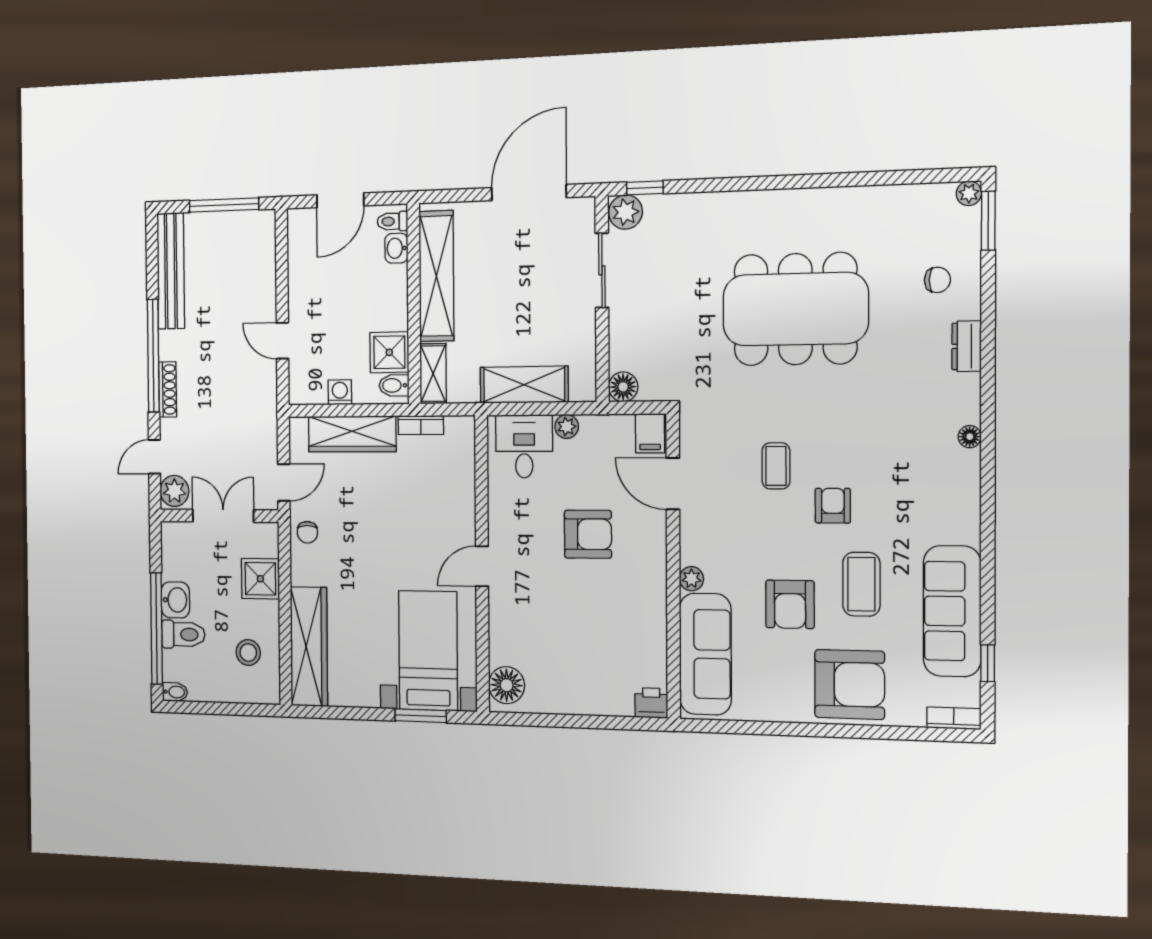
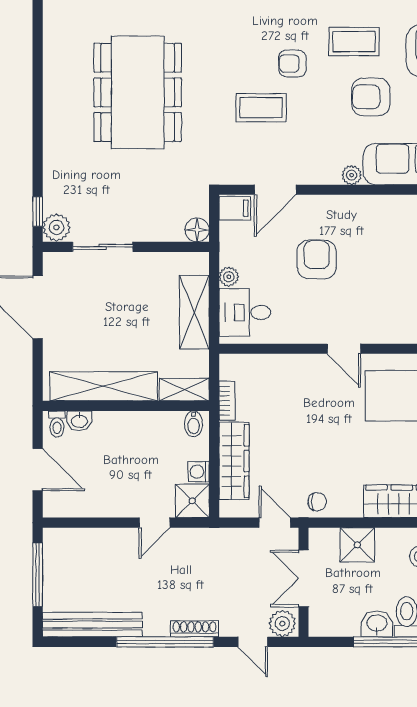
shower: (389, 352) -> (192, 501), moved
coffee table: (776, 466) -> (261, 108), width x1.36, depth x1.30
armchair: (790, 604) -> (371, 97), turned 180

